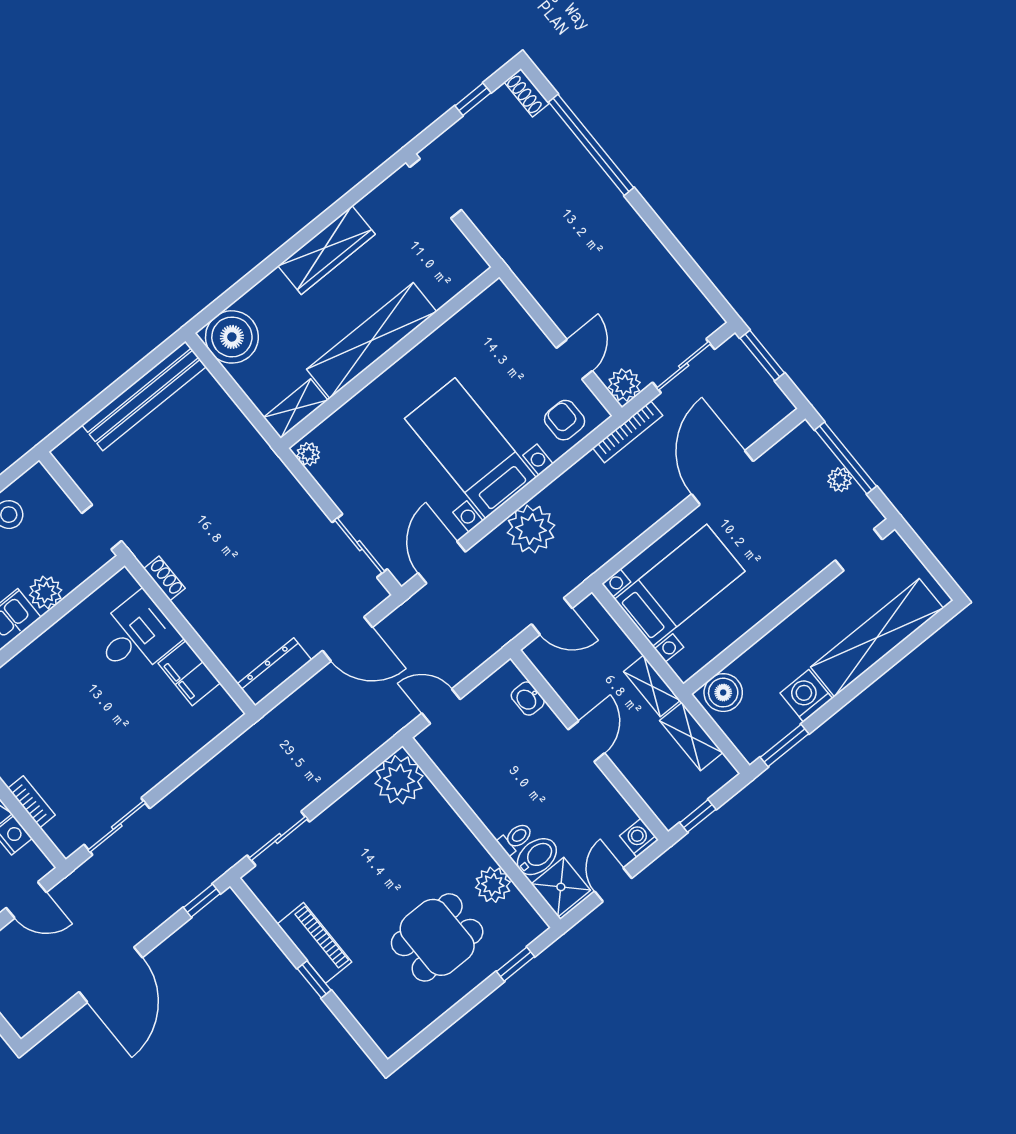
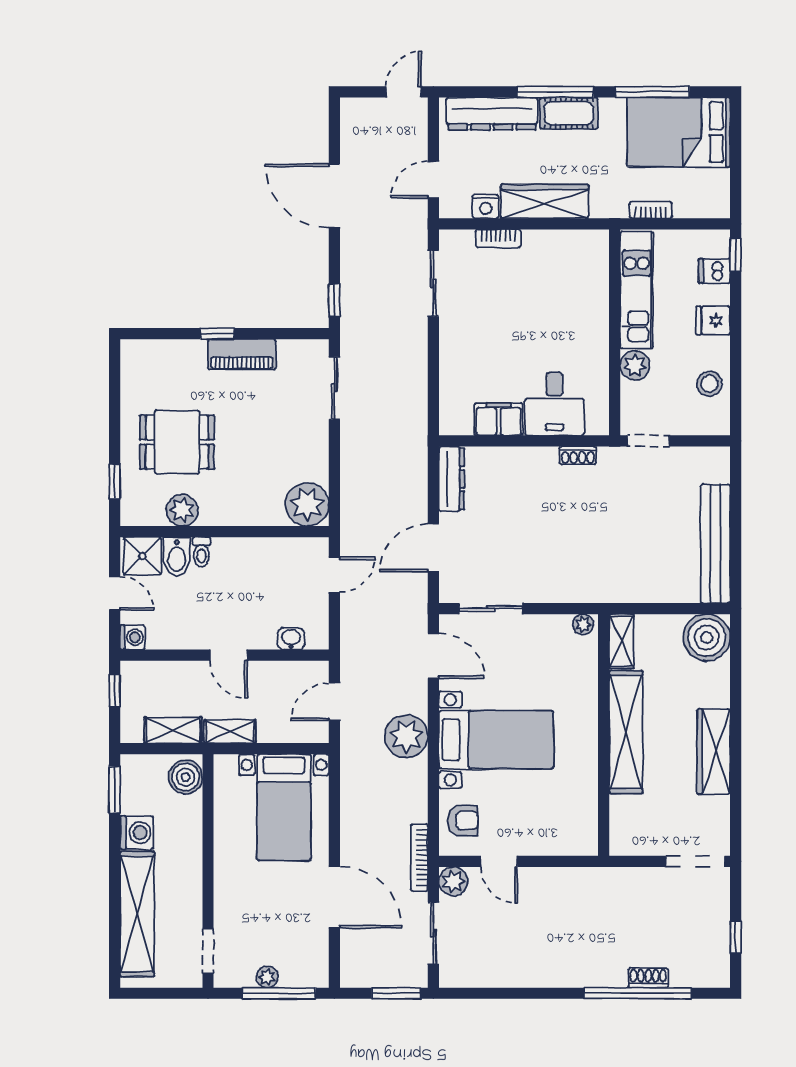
shoe rack: (527, 93) -> (648, 978), moved
dining table: (437, 937) -> (177, 442), turned 90

